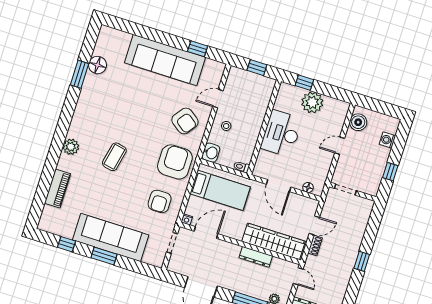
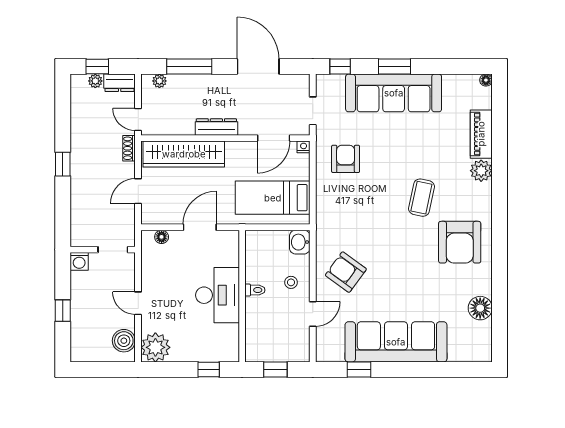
window: (79, 74) -> (500, 289), removed
plant: (312, 102) -> (155, 347), moved
washing machine: (387, 140) -> (79, 261), moved, turned 90
door: (340, 146) -> (138, 303), swing flipped
plant: (71, 147) -> (481, 171), moved
armchair: (175, 162) -> (460, 242), moved
toilet: (241, 167) -> (255, 290), moved
window: (390, 172) -> (63, 311), moved
door: (279, 186) -> (200, 227), hinge flipped
floor lamp: (42, 226) -> (486, 80), added
window: (67, 244) -> (340, 67), moved
shoe rack: (315, 245) -> (129, 148), moved
dresser: (256, 257) -> (216, 127), moved

